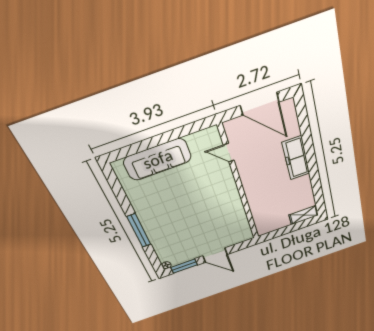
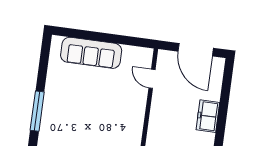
freezer: (296, 158) -> (208, 116), width x0.71

